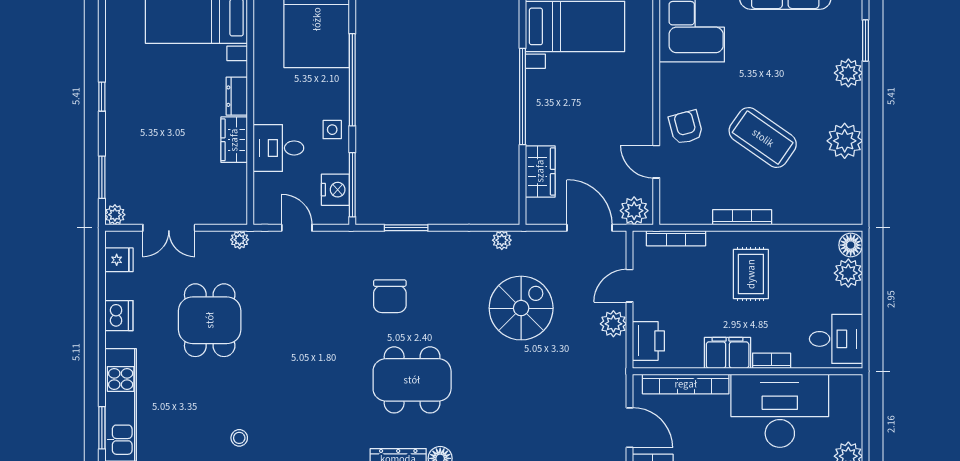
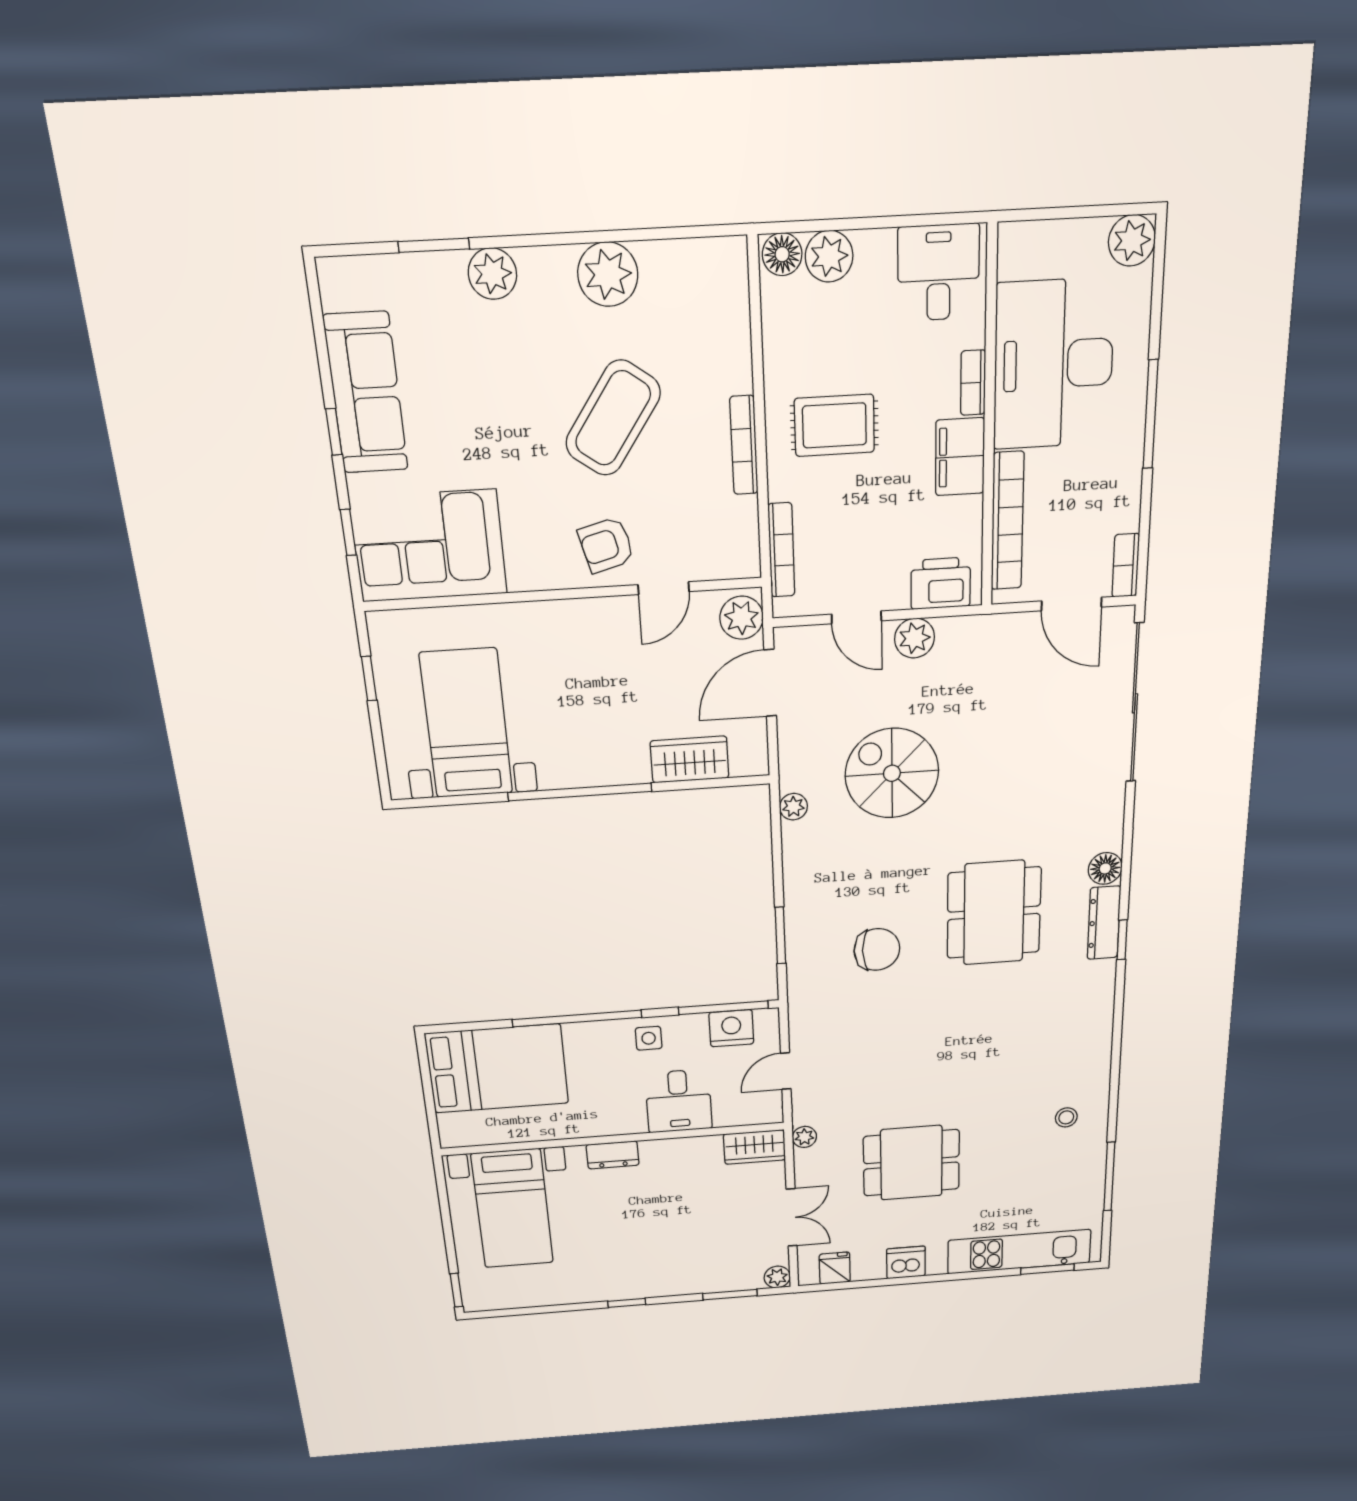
wardrobe: (234, 140) -> (755, 1147), moved
door: (630, 428) -> (1072, 604), swing flipped

